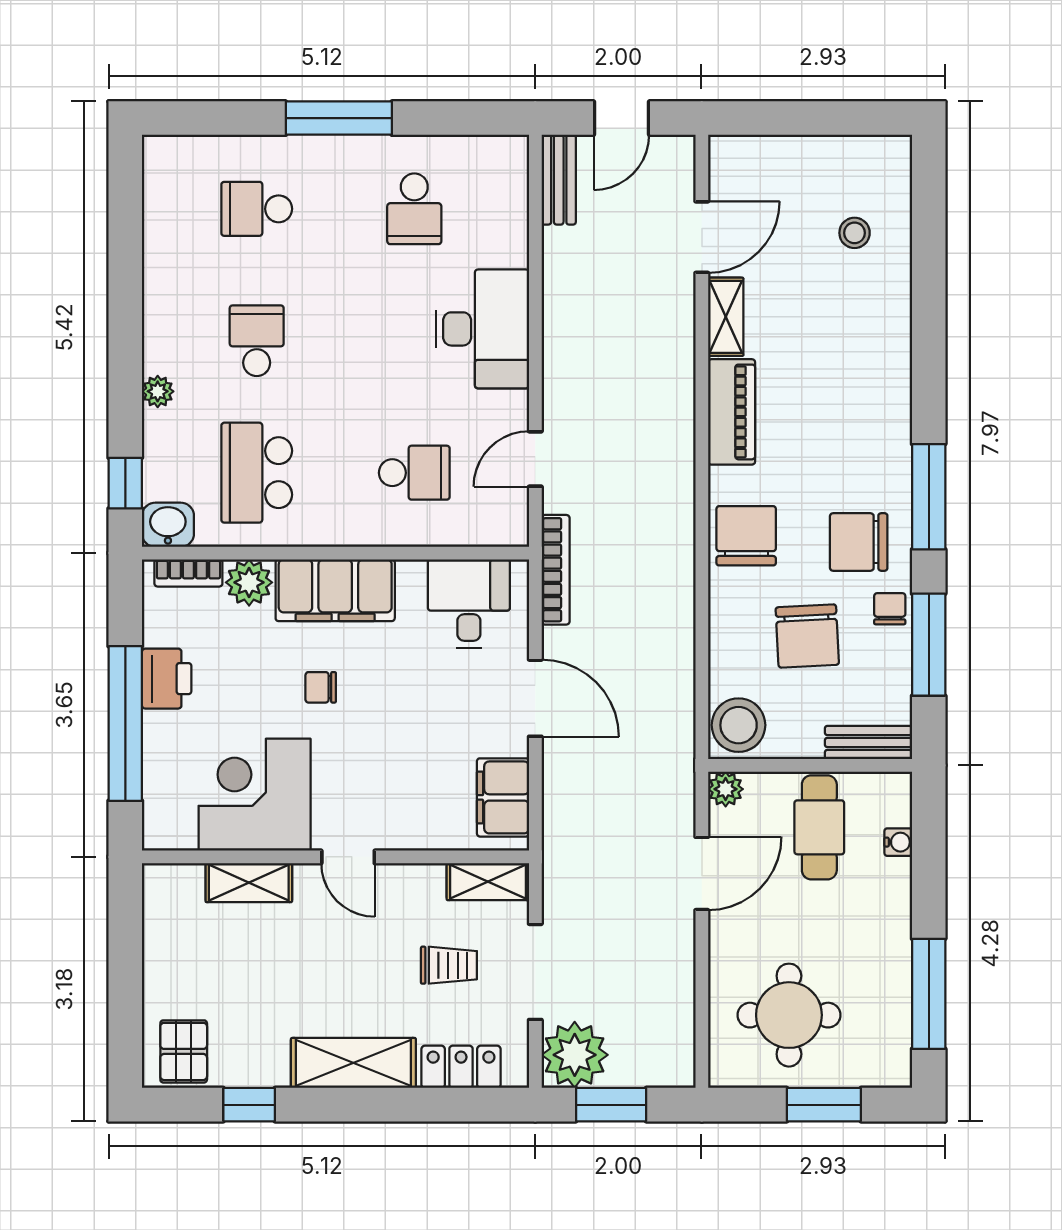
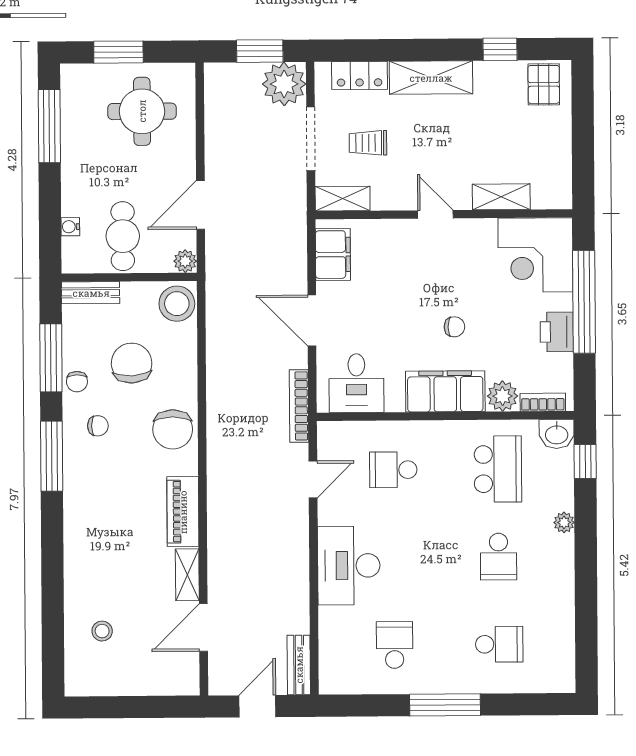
chair: (859, 542) -> (98, 426), width x0.54, depth x0.54
corner desk: (255, 795) -> (535, 255), moved, turned 90

